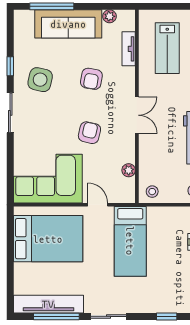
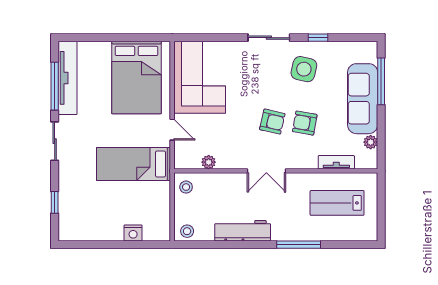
armchair: (89, 133) -> (272, 122), moved
door: (98, 205) -> (172, 130), hinge flipped

